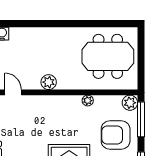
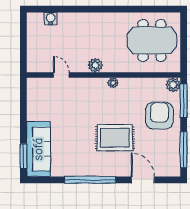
plant: (88, 101) -> (113, 83), moved
armchair: (116, 135) -> (159, 116), turned 90

